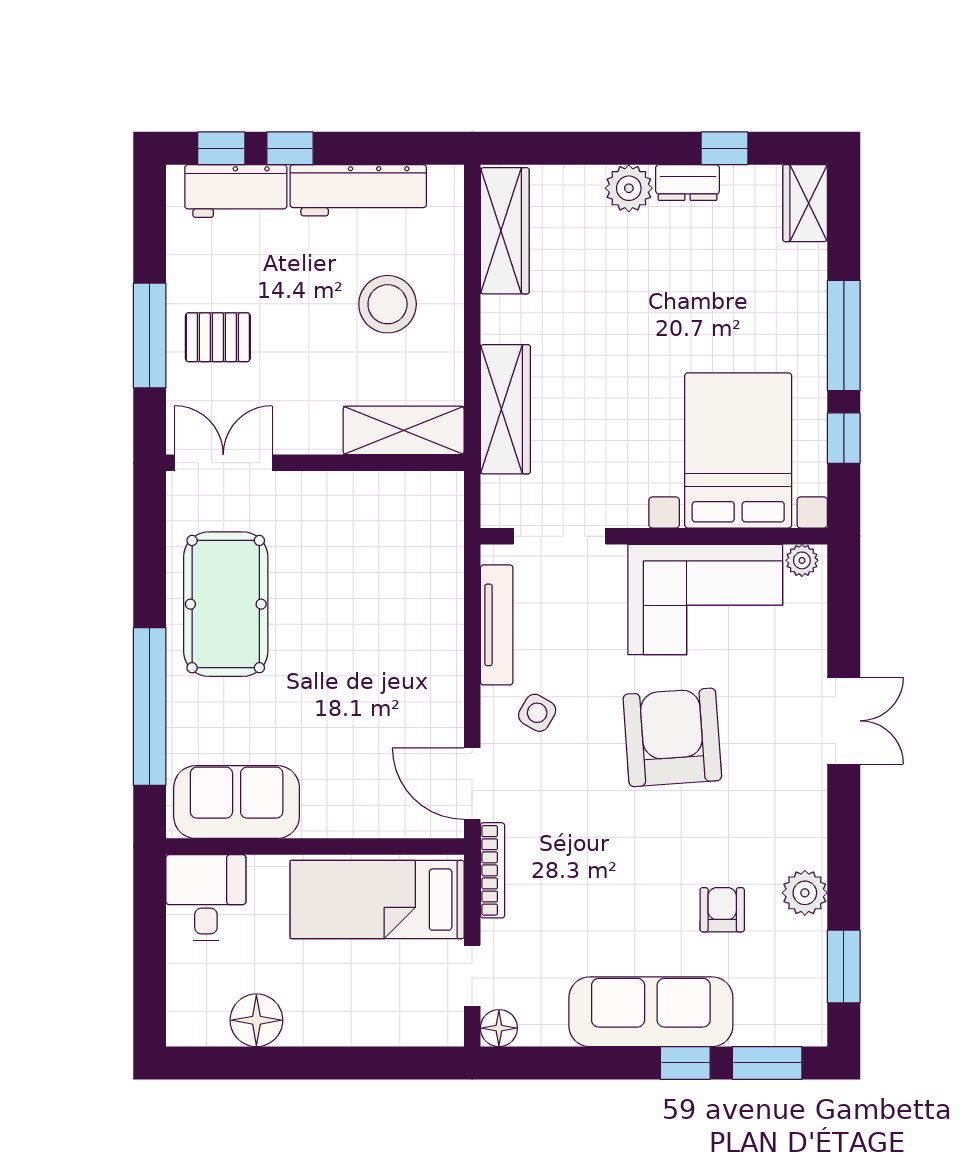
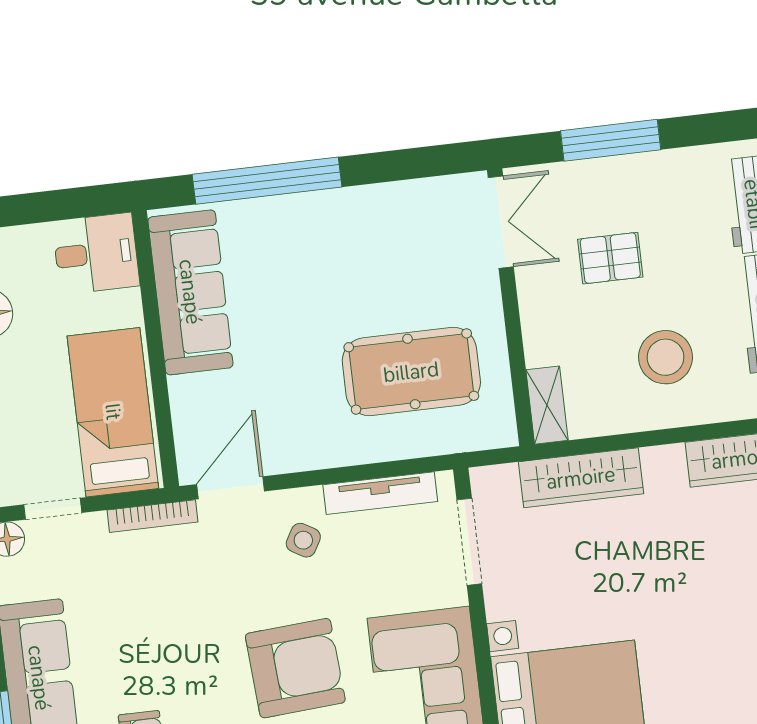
pallet: (218, 337) -> (610, 258), moved, turned 90
shelving: (404, 430) -> (547, 405), width x0.67, depth x0.75
pool table: (226, 604) -> (411, 372), moved
sofa: (237, 802) -> (190, 292), width x1.36

